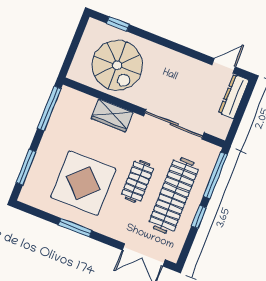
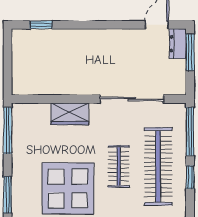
spiral stairs: (117, 65) -> (56, 64), removed
dresser: (234, 96) -> (178, 44), width x0.70
window: (244, 103) -> (190, 52), added

